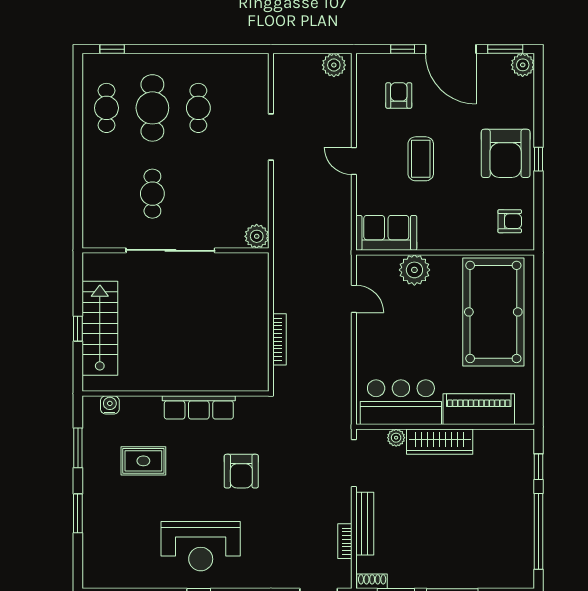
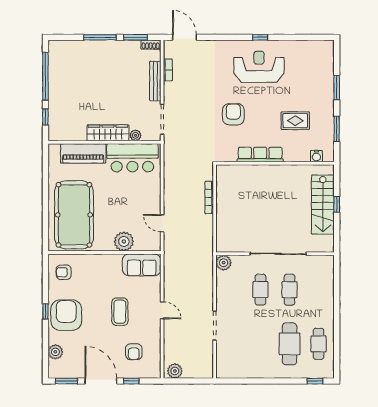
plant: (523, 65) -> (55, 352), moved
cafe table: (198, 108) -> (260, 290), moved

